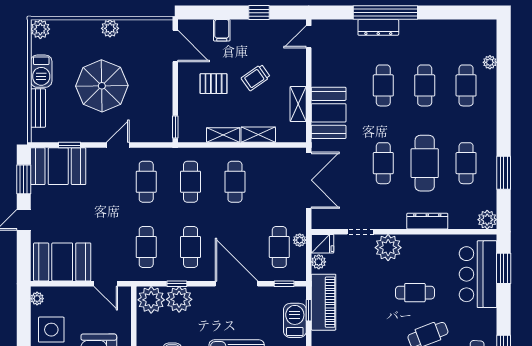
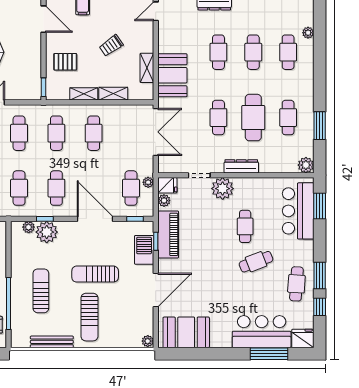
pallet: (214, 84) -> (65, 62), moved
dresser: (427, 221) -> (241, 166), moved
cafe table: (415, 293) -> (245, 226), turned 90
plant: (151, 300) -> (29, 227), width x0.53, depth x0.53

